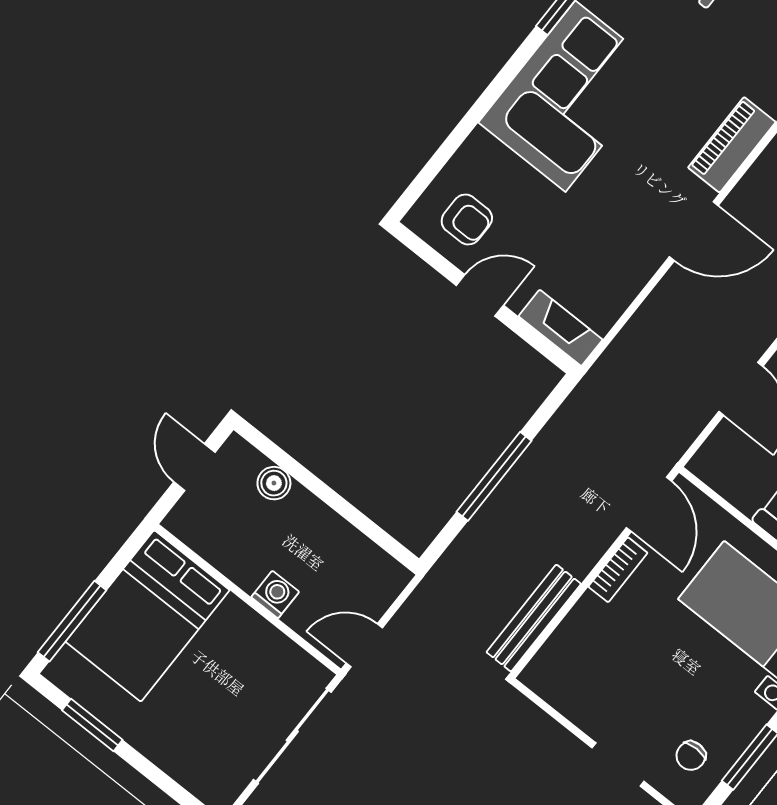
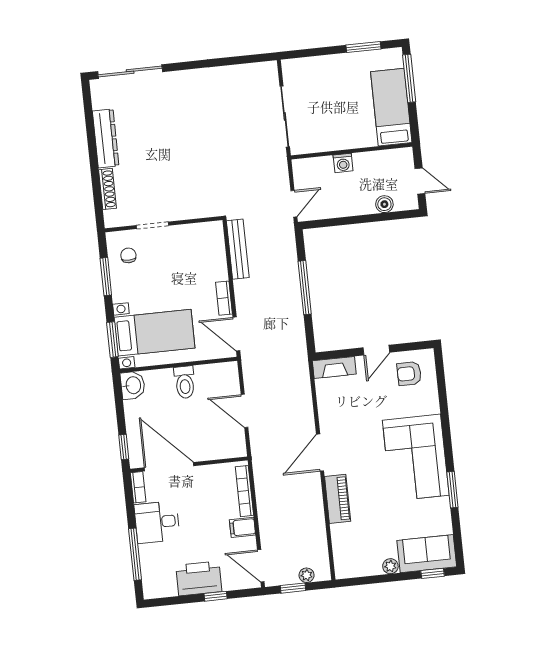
bed: (147, 616) -> (391, 107), width x0.67
door: (364, 645) -> (294, 204), moved

